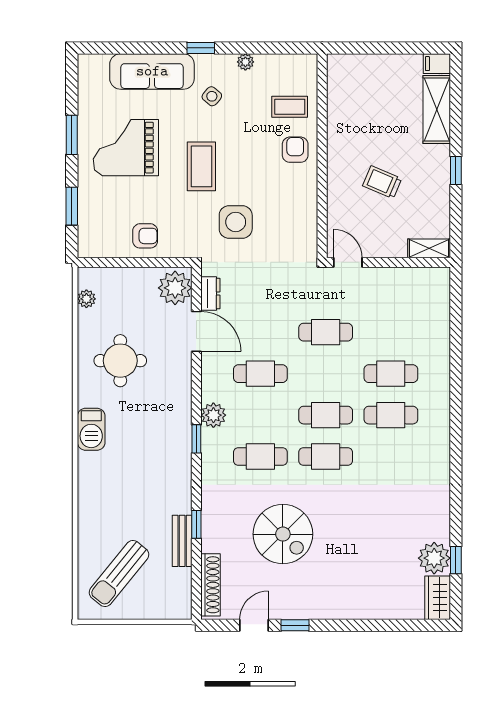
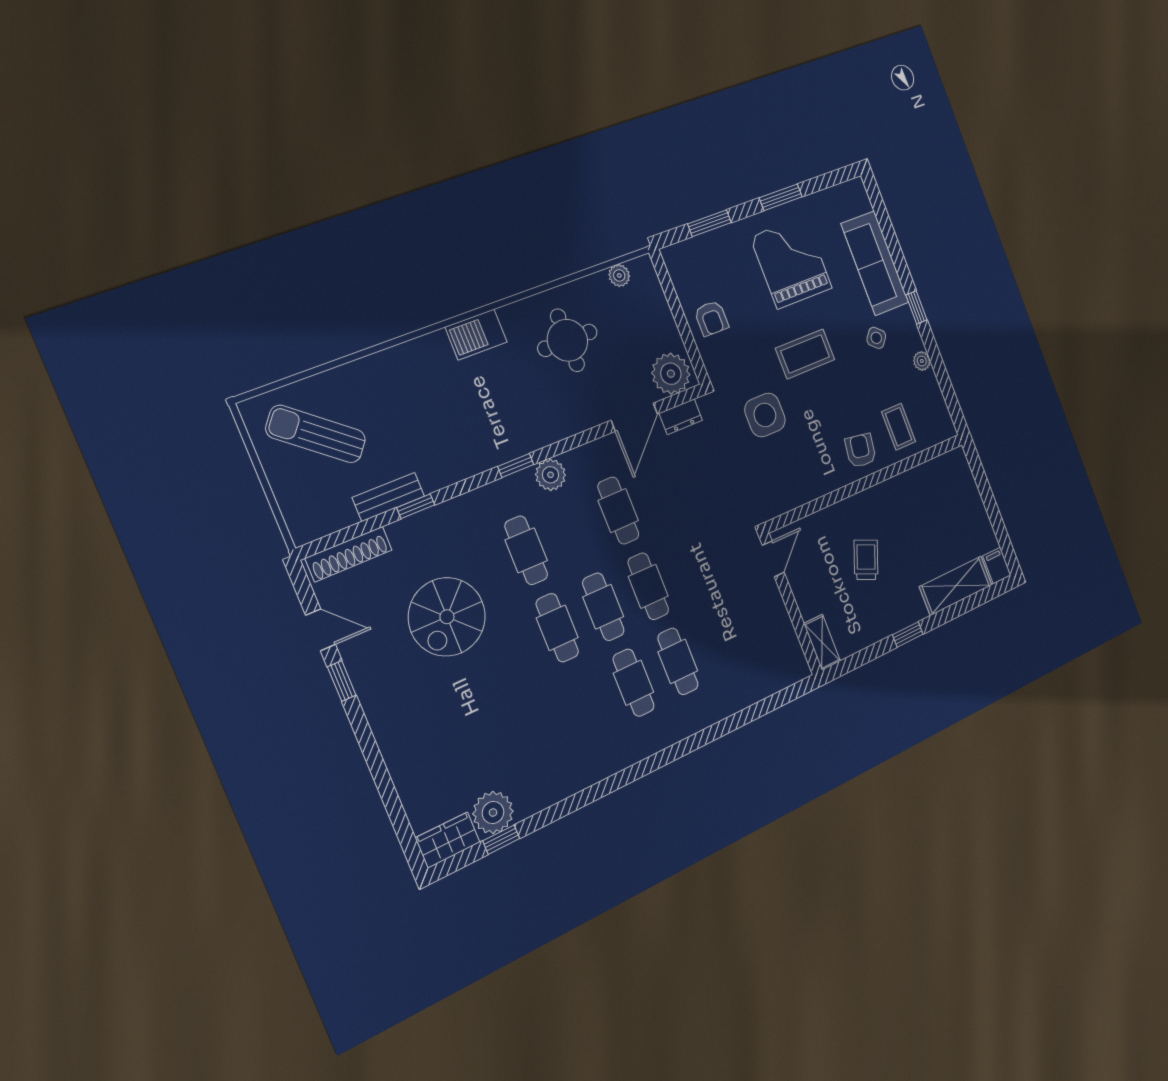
armchair: (295, 150) -> (861, 450), turned -81
cafe table: (326, 332) -> (648, 586), moved

